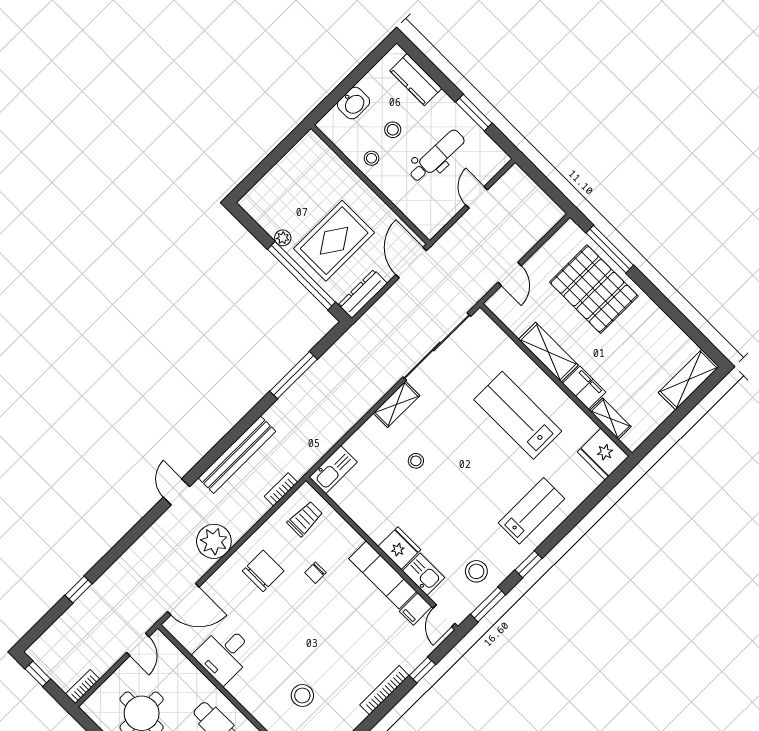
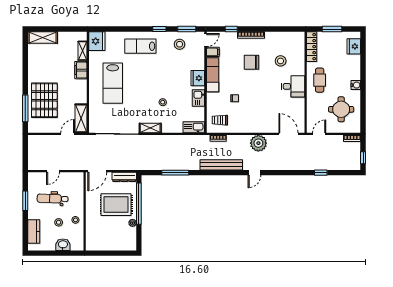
shelving: (548, 352) -> (81, 118), moved
chair: (263, 571) -> (252, 62), moved
kitchen sink: (424, 574) -> (198, 98), moved
desk: (224, 654) -> (293, 86), moved

